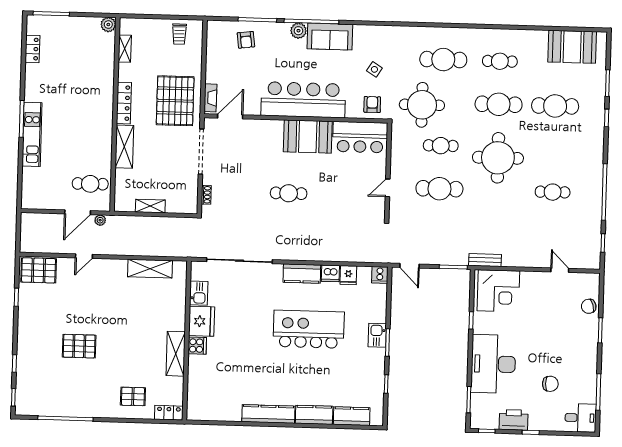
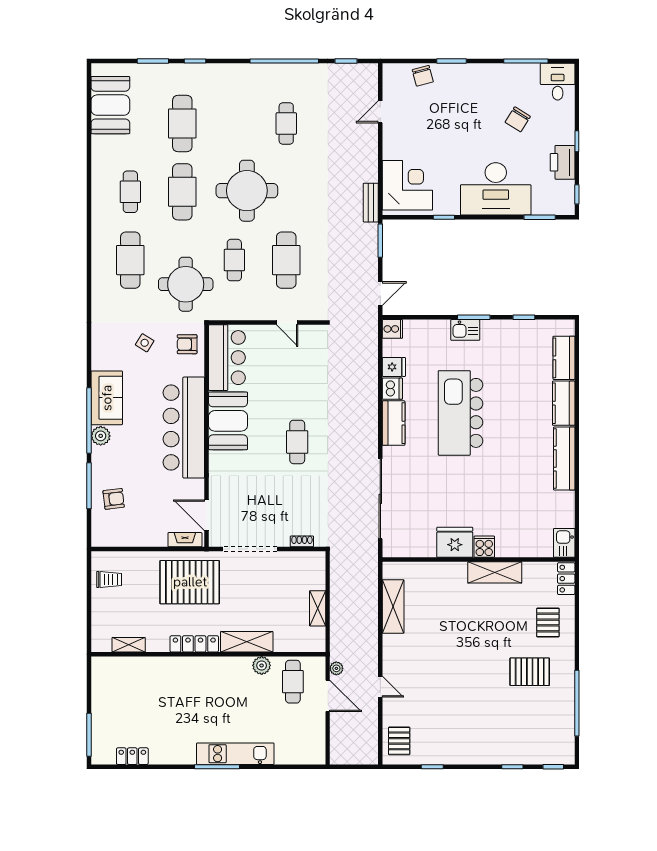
plant: (108, 25) -> (262, 665), moved
pallet: (39, 270) -> (399, 741), width x0.67, depth x0.71
kitchen sink: (199, 293) -> (564, 543), moved, turned -90
pallet: (79, 346) -> (530, 672), moved, turned 90
chair: (550, 384) -> (518, 119), turned -148

